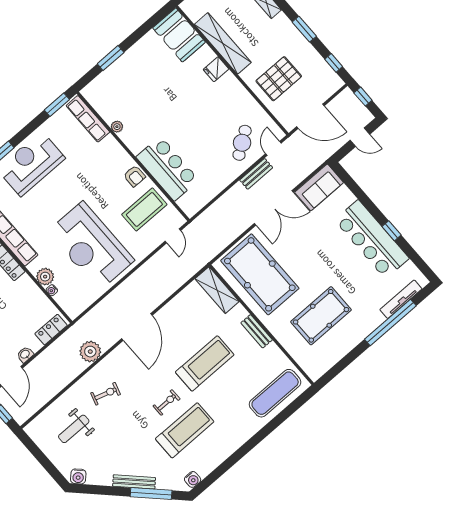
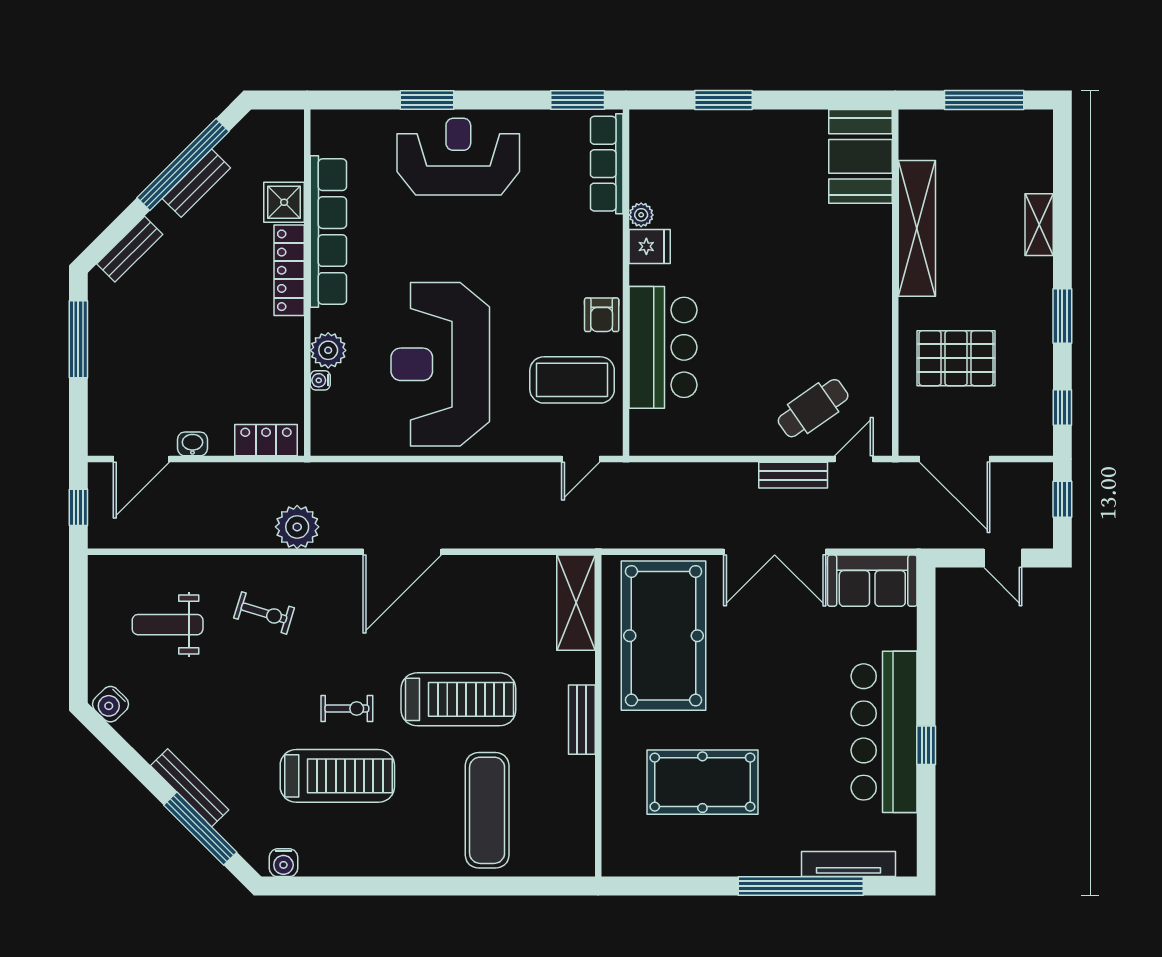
fridge: (216, 69) -> (650, 246), moved, turned 180
exercise mat: (275, 393) -> (487, 810), moved, turned 90

